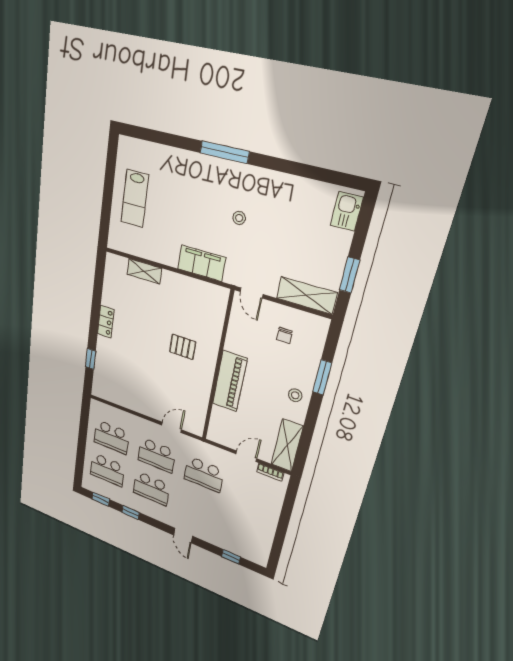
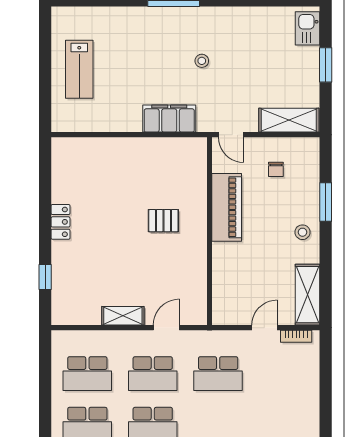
shelving: (144, 271) -> (123, 316), moved
window: (349, 275) -> (326, 65), moved
piano: (230, 381) -> (227, 207), moved

